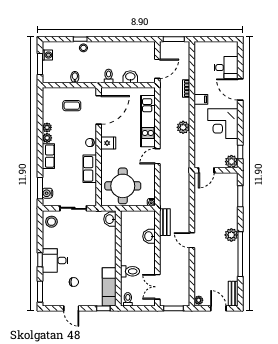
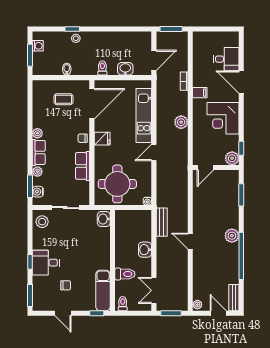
plant: (47, 127) -> (37, 172), moved
washbasin: (149, 236) -> (145, 250), moved

